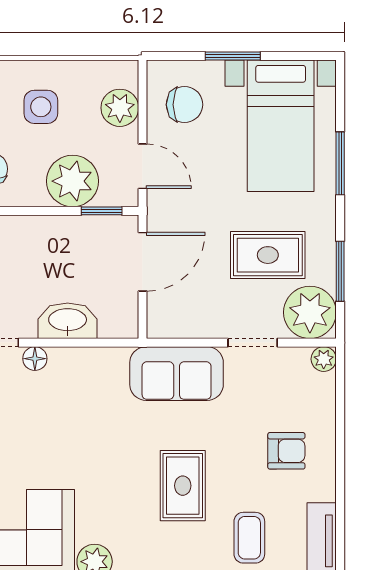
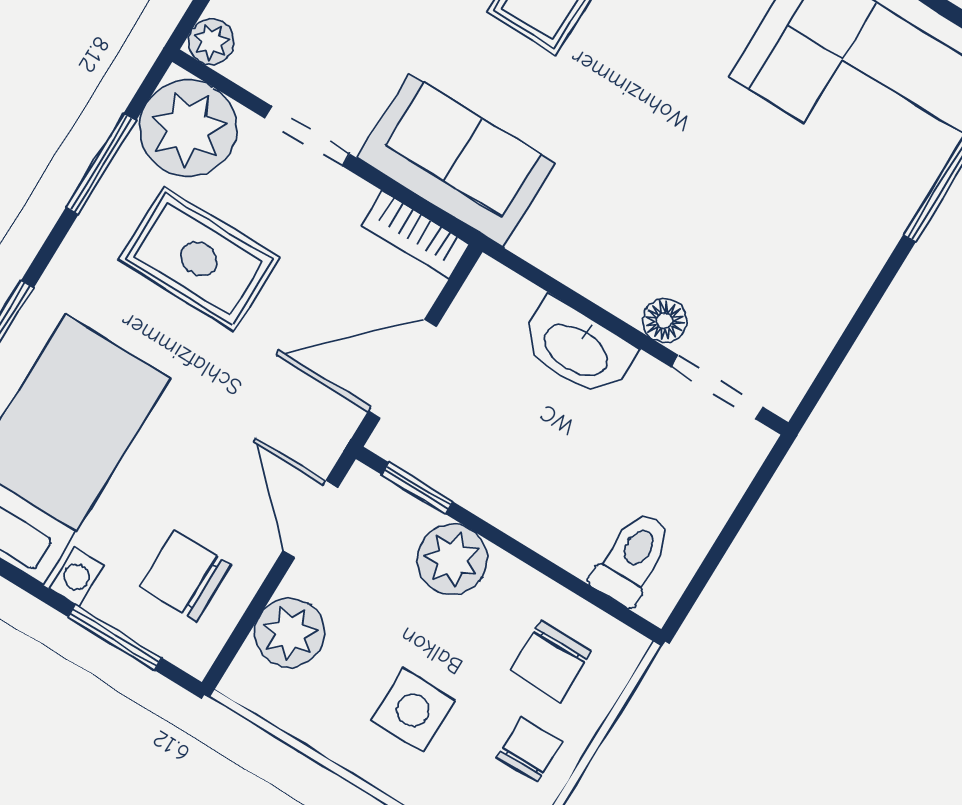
window: (233, 56) -> (115, 637), moved
plant: (73, 181) -> (452, 559), width x0.73, depth x0.73
bookcase: (174, 328) -> (416, 235), added

